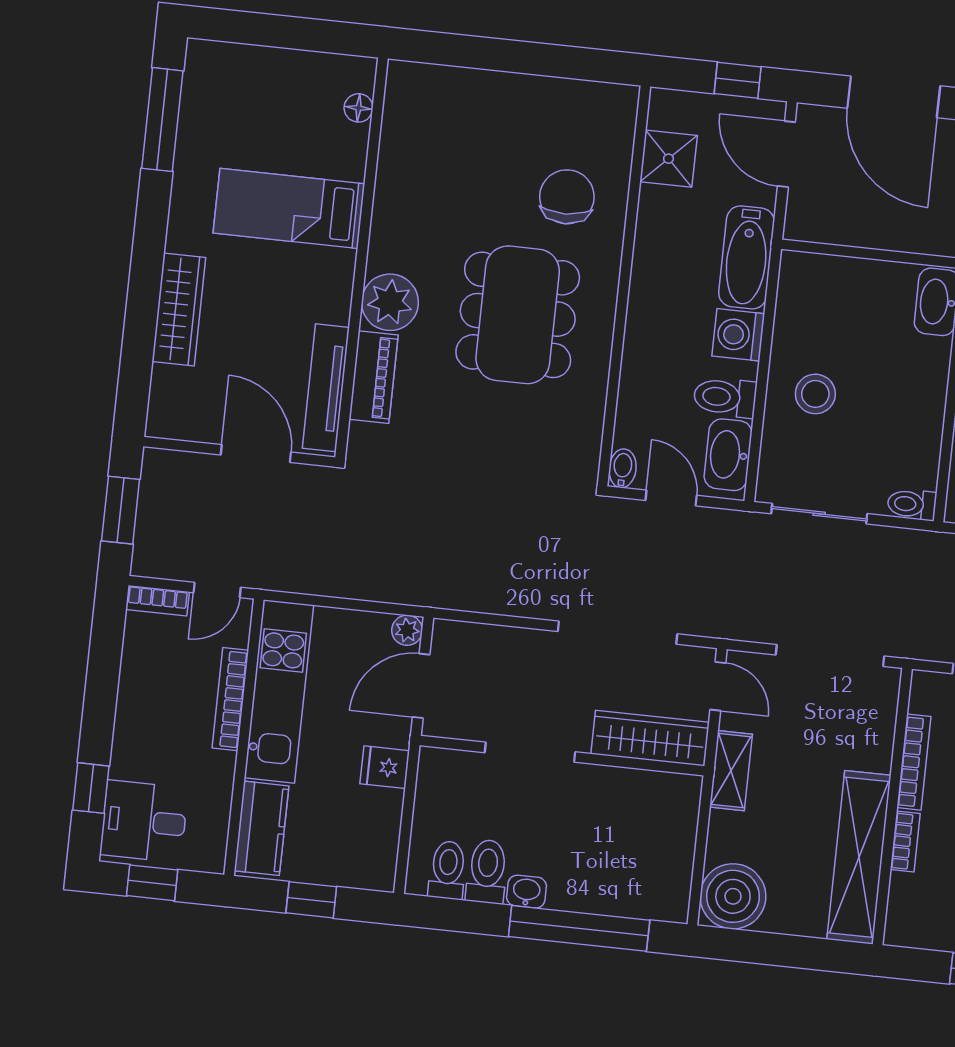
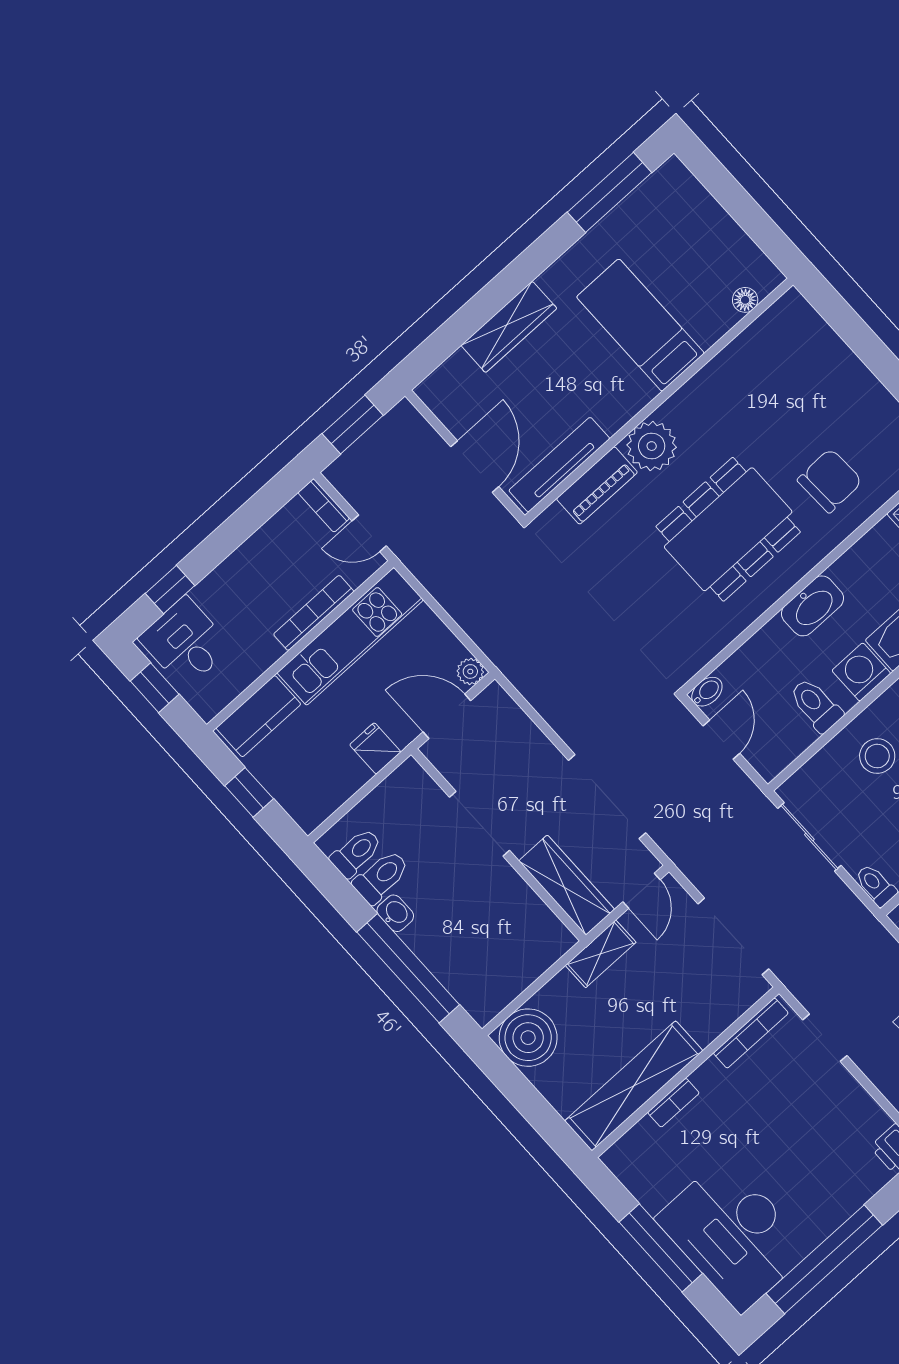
washbasin: (728, 455) -> (812, 606), moved, turned 180
bookcase: (914, 762) -> (751, 1033), moved

